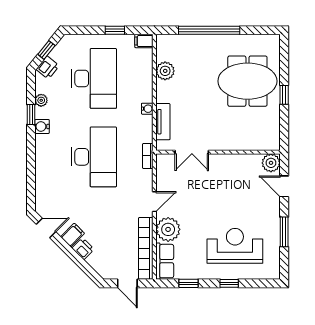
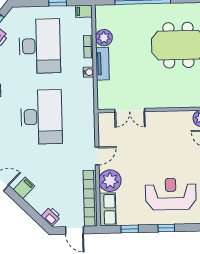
tv unit: (163, 122) -> (103, 64), moved
bookcase: (148, 156) -> (88, 47), moved
printer: (83, 249) -> (51, 216), moved

